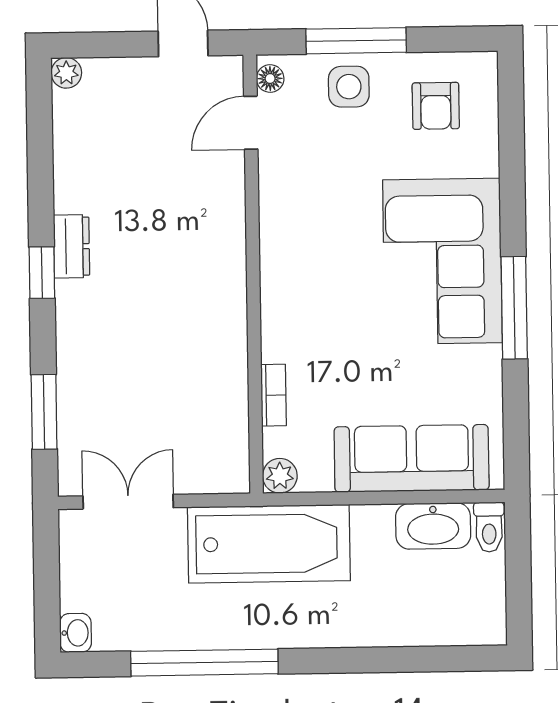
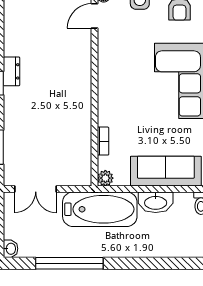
double door: (128, 502) -> (36, 189), swing flipped
washbasin: (433, 526) -> (156, 202), moved

